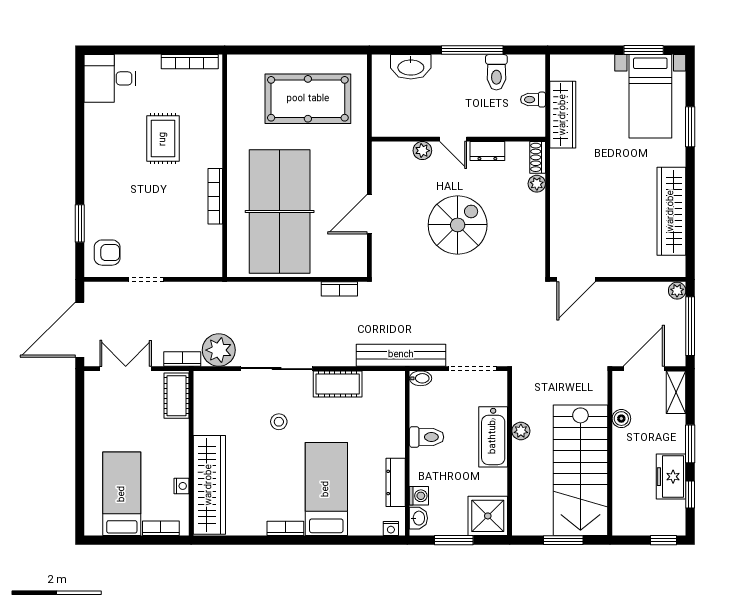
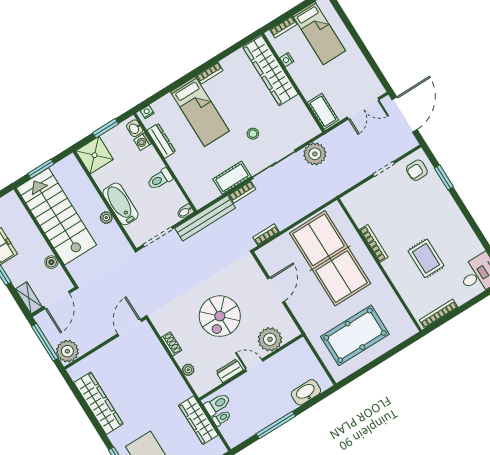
toilet: (496, 72) -> (217, 404), moved, turned 90
plant: (422, 151) -> (270, 339), width x1.87, depth x1.87
shoe rack: (538, 157) -> (171, 344), moved
plant: (677, 291) -> (67, 351), width x1.88, depth x1.88
bookcase: (182, 359) -> (242, 192), moved

